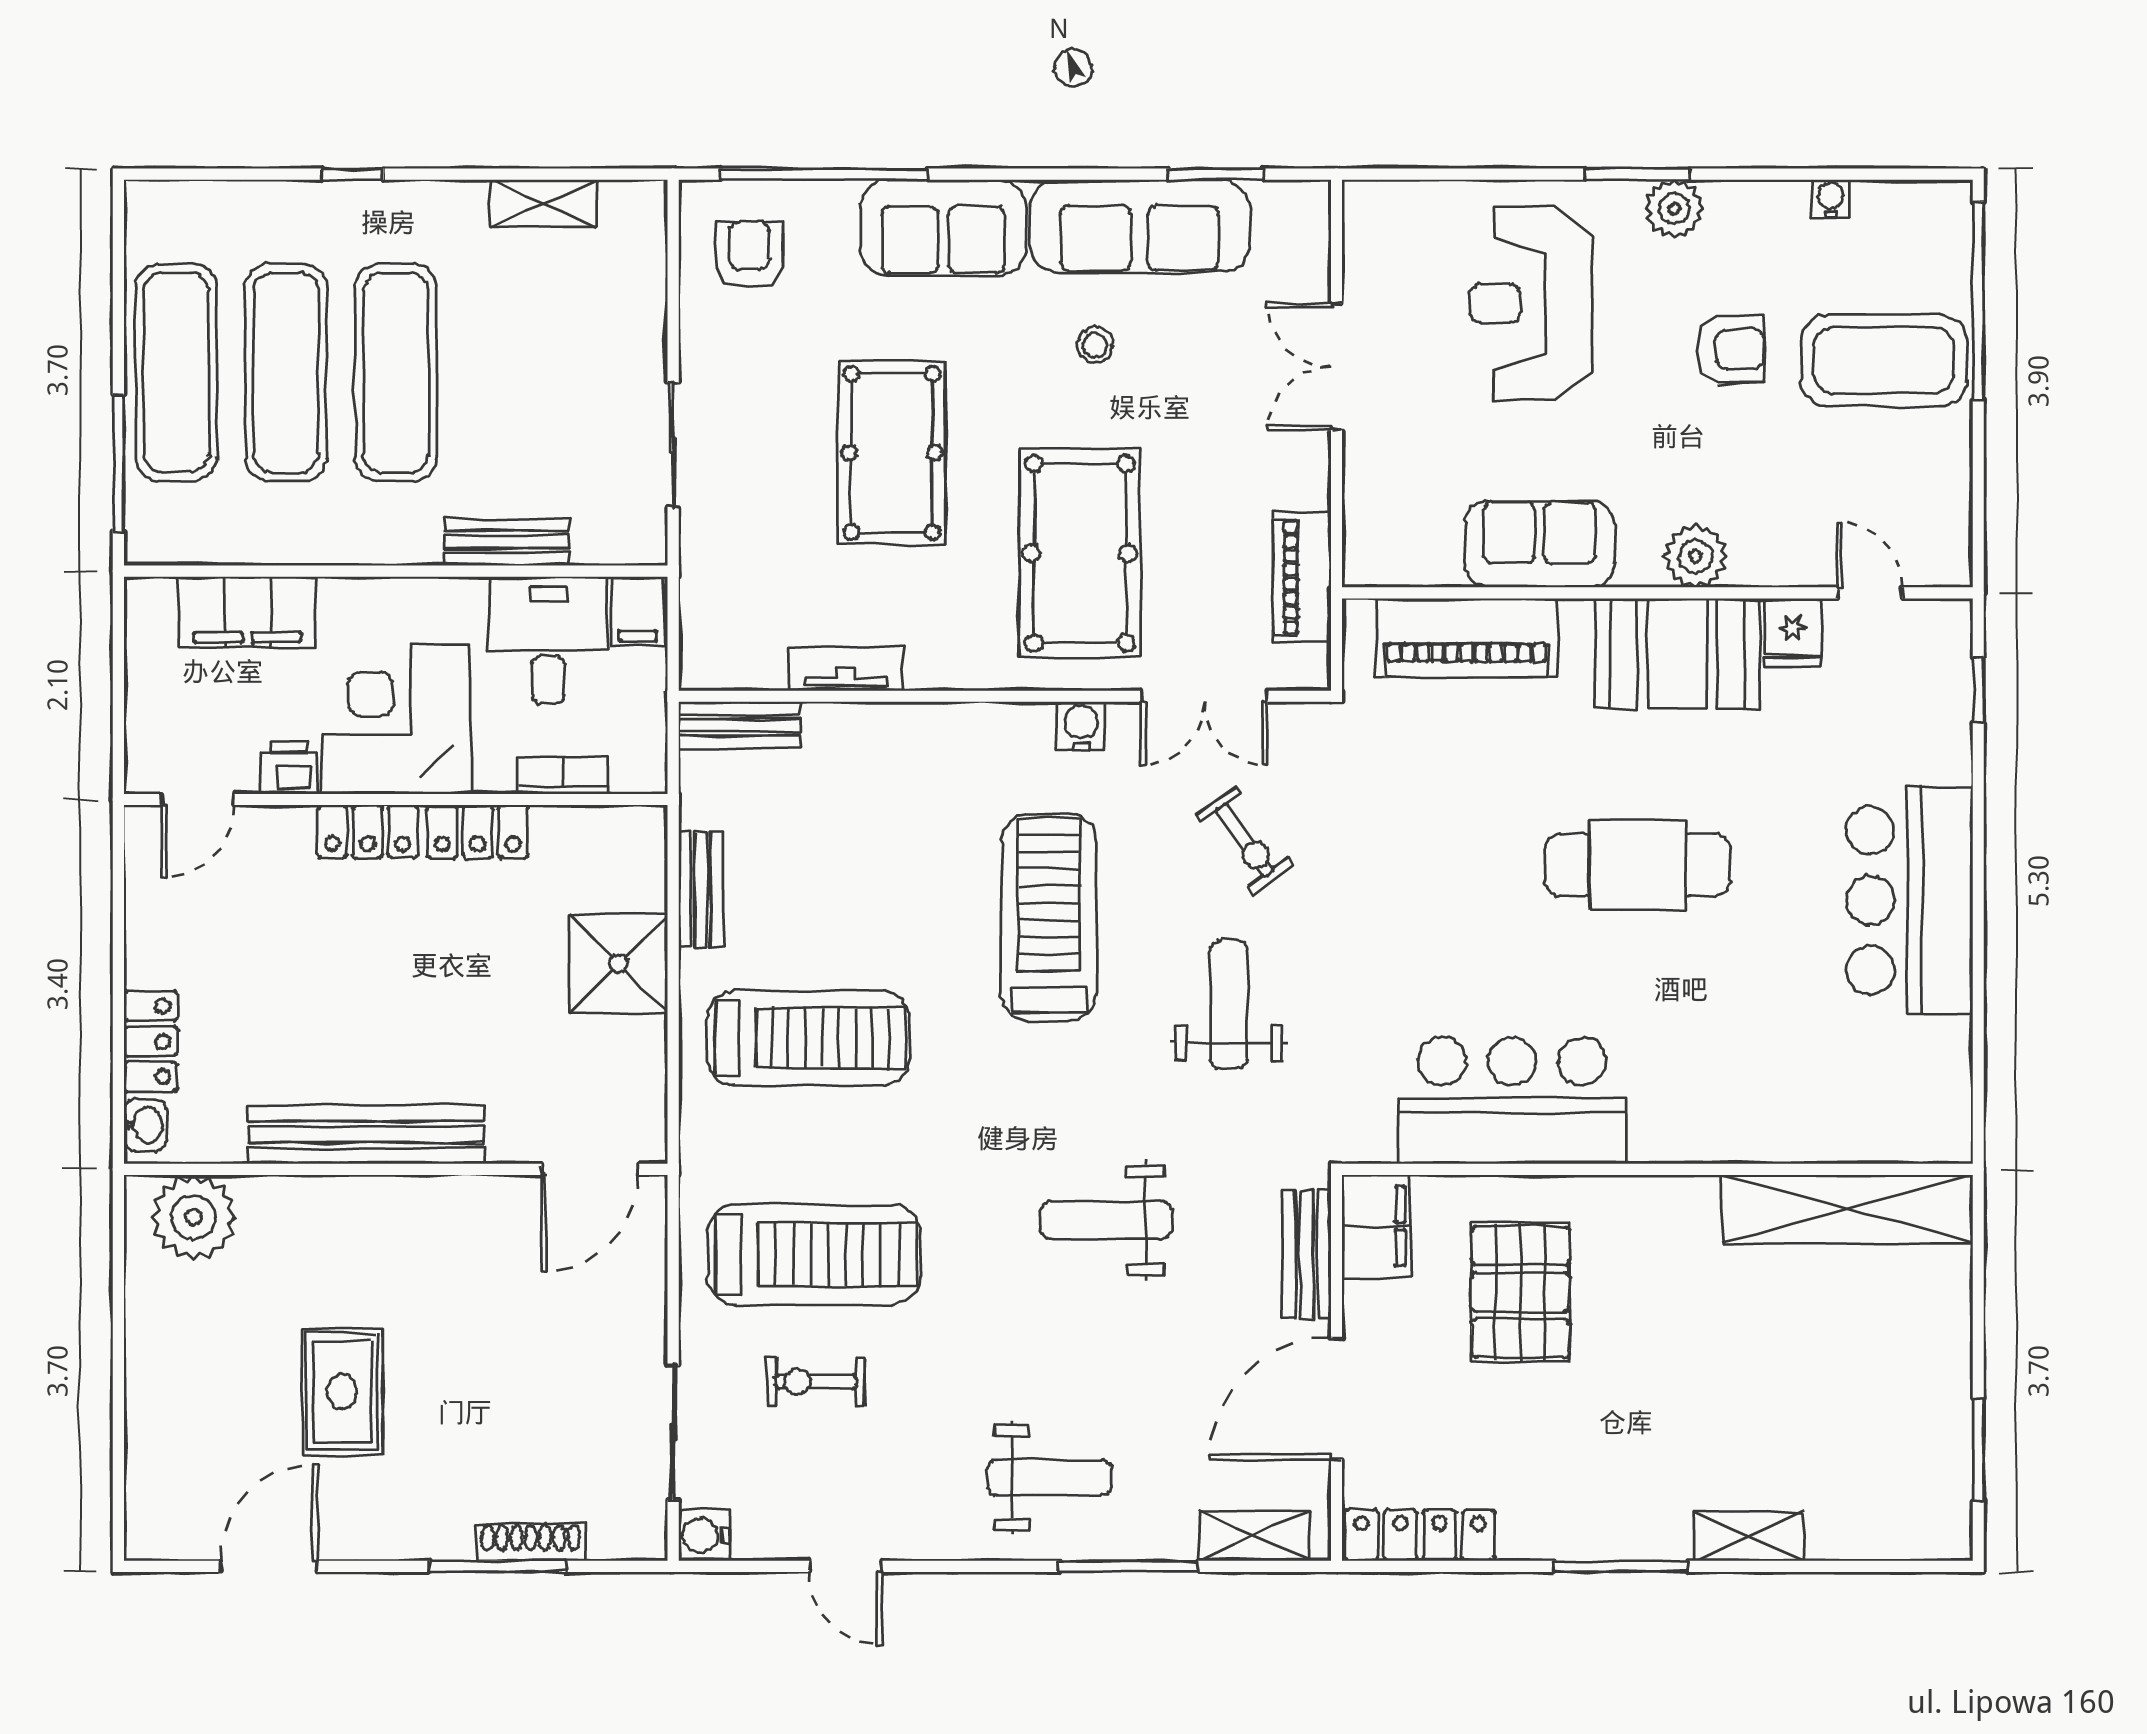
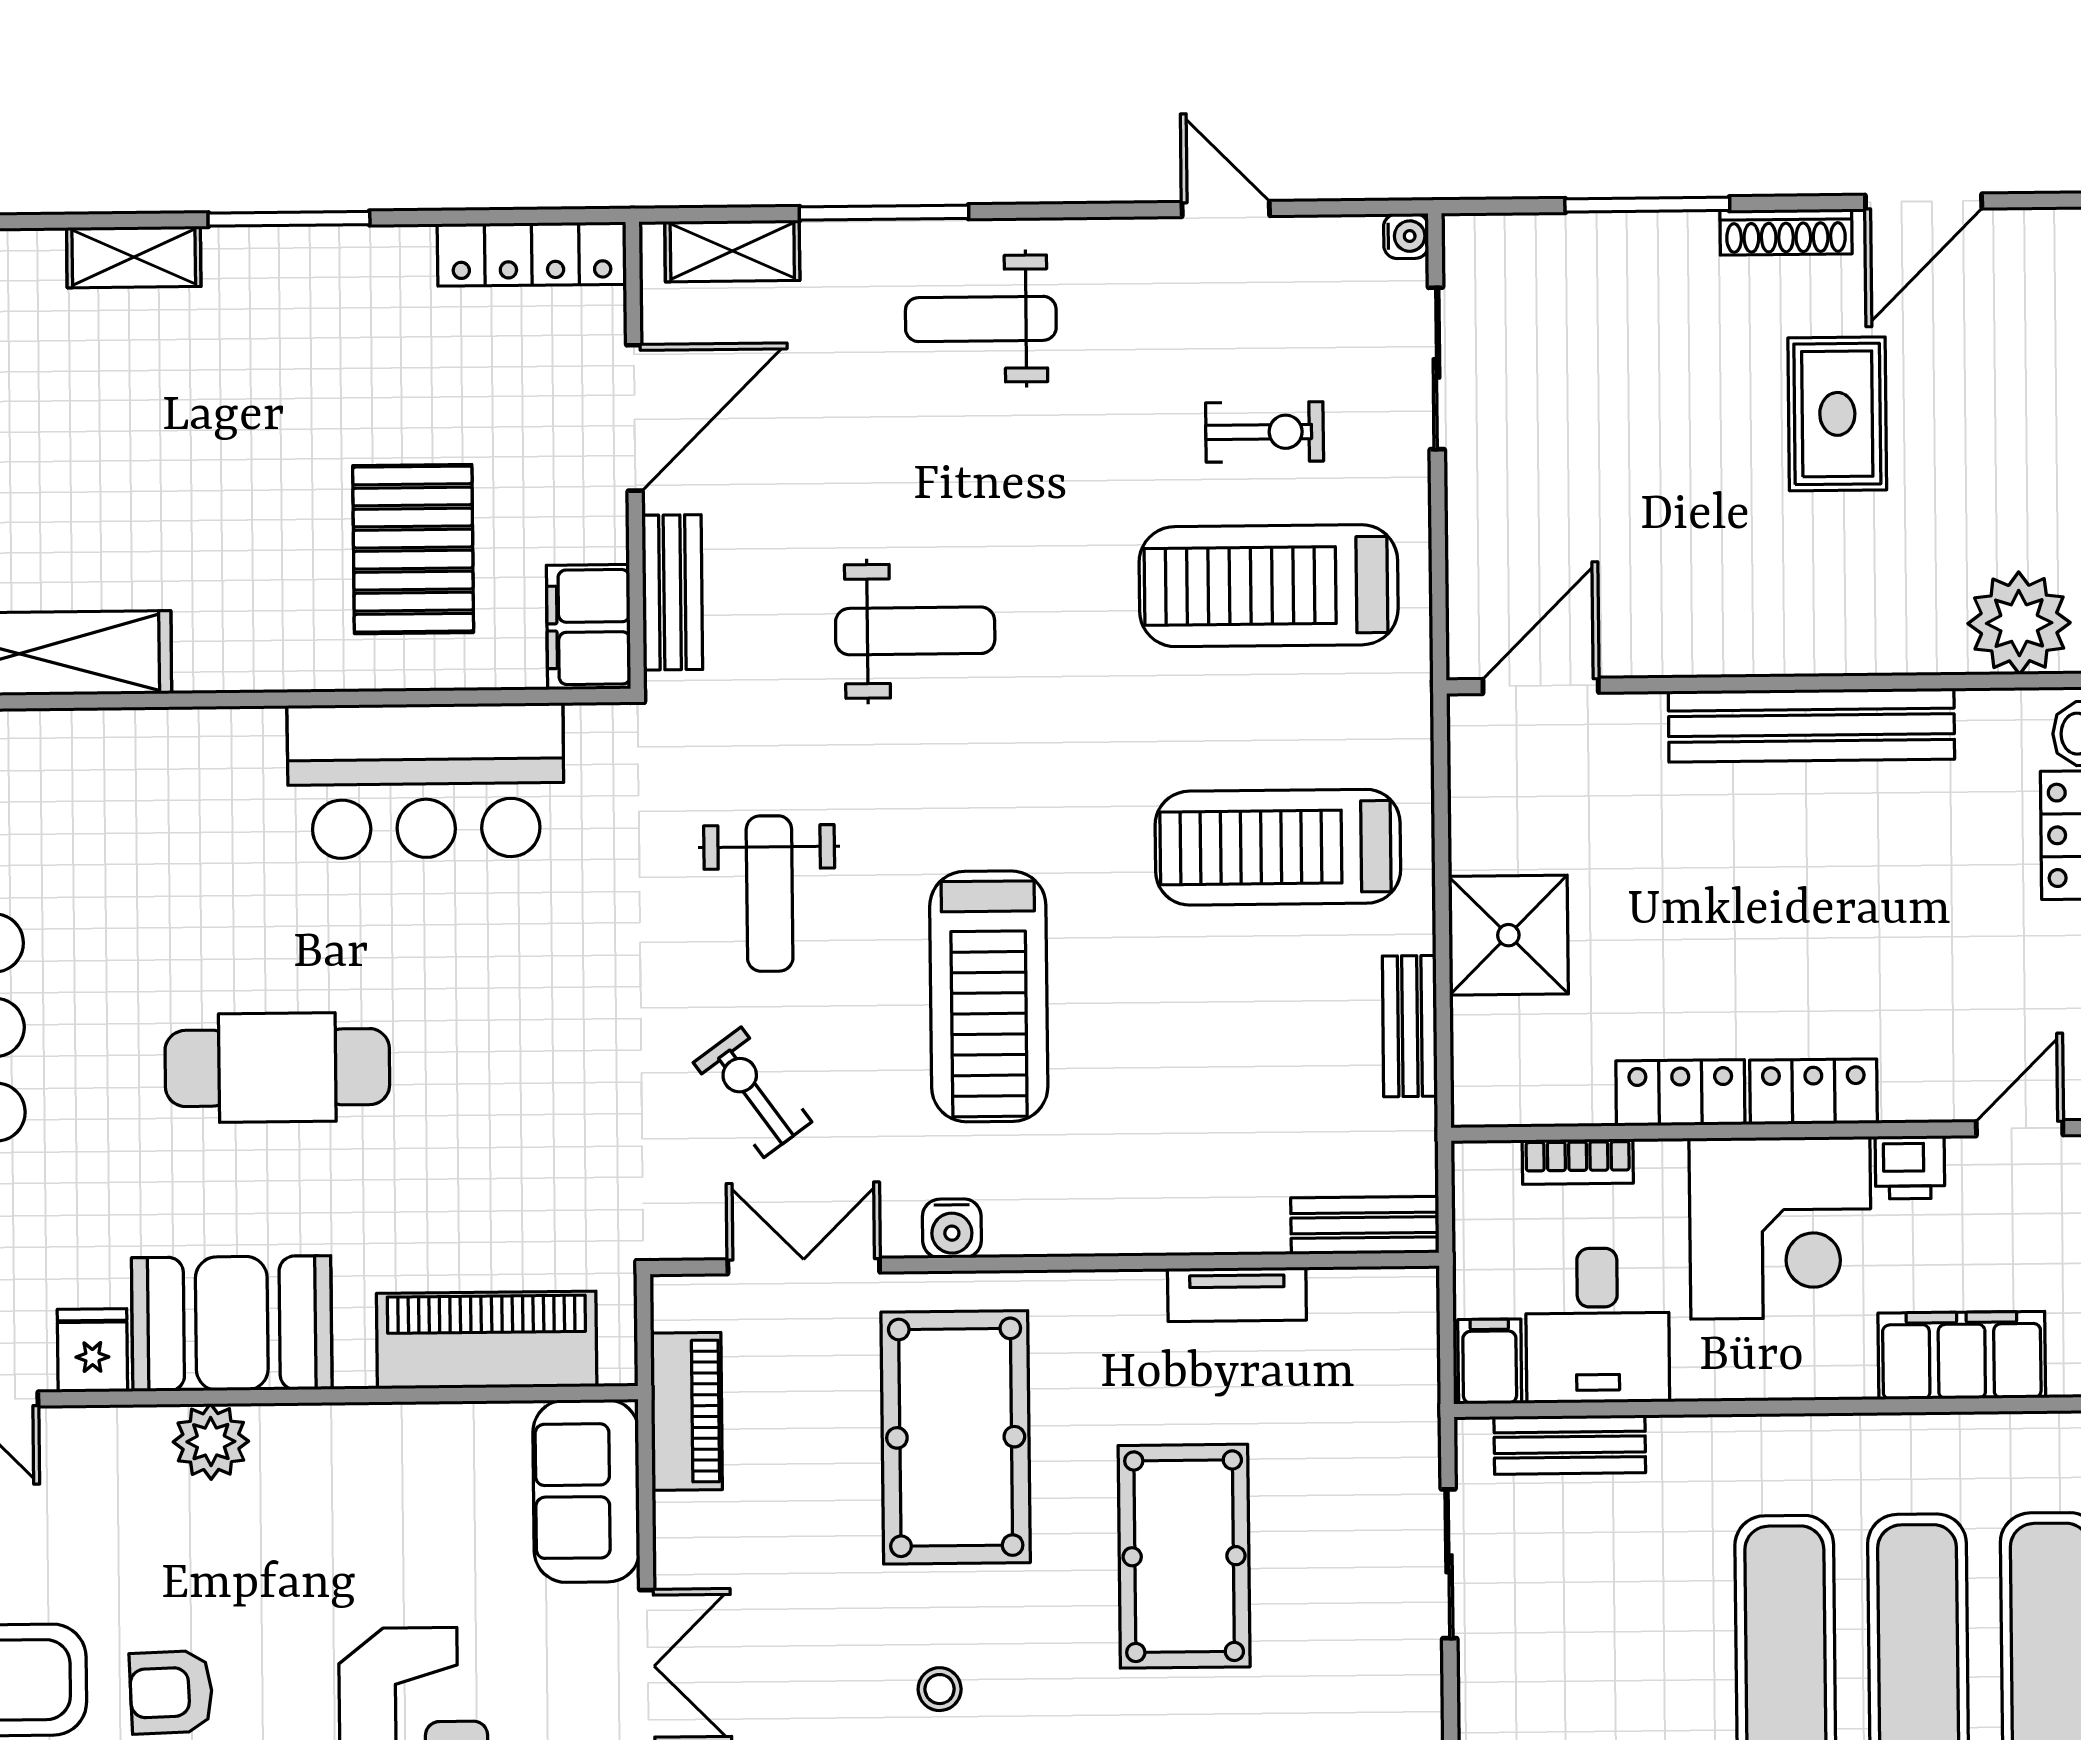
bench: (507, 542) -> (1570, 1445), moved
sofa: (1540, 544) -> (586, 1491), moved, turned 90
water cooler: (704, 1535) -> (1406, 236), width x0.72, depth x0.72
shoe rack: (531, 1542) -> (1786, 232), moved

